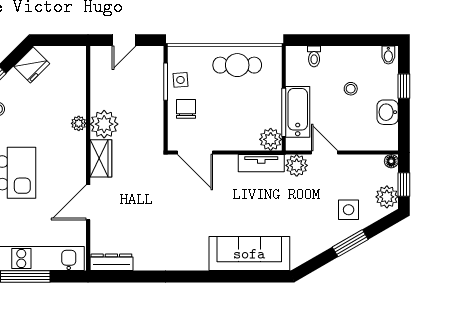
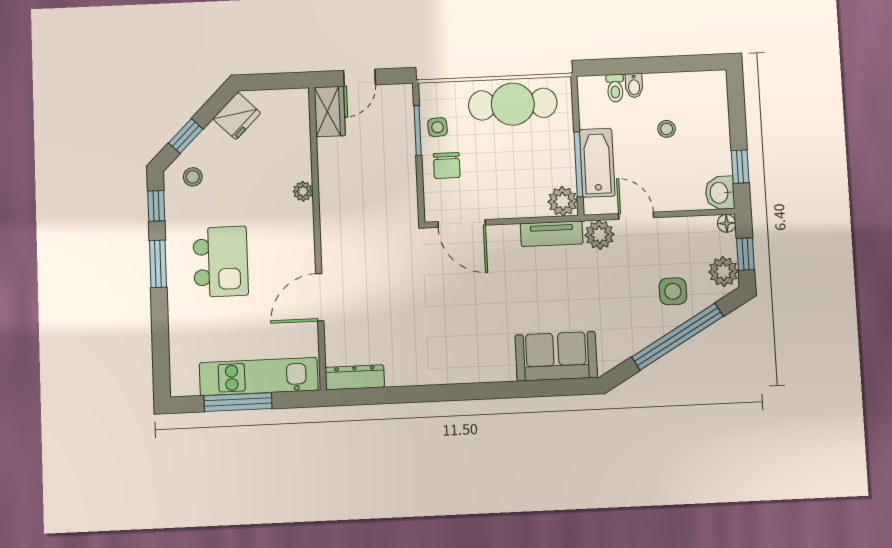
bidet: (388, 55) -> (634, 86), moved
cafe table: (237, 65) -> (513, 104), width x1.37, depth x1.35
window: (404, 86) -> (740, 167), moved
chair: (186, 109) -> (447, 165), turned 180
washbasin: (388, 112) -> (720, 193), moved
plant: (104, 124) -> (337, 191), removed
wardrobe: (101, 158) -> (330, 112), moved
window: (350, 243) -> (678, 337), width x2.11
sofa: (249, 254) -> (556, 356), width x0.73

